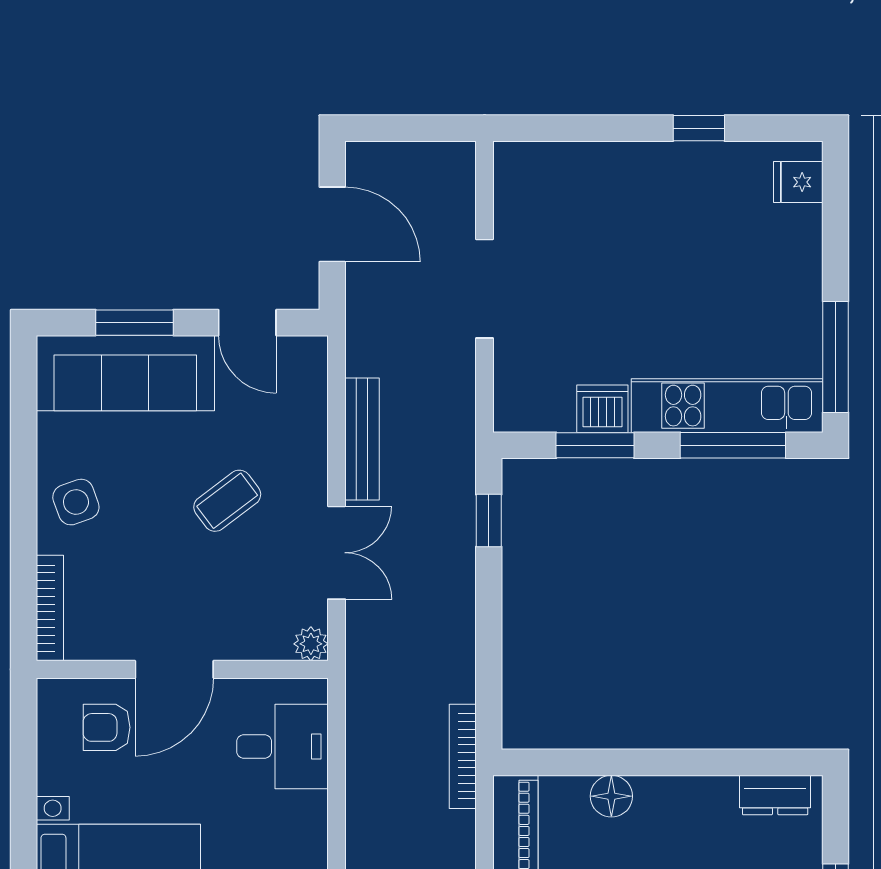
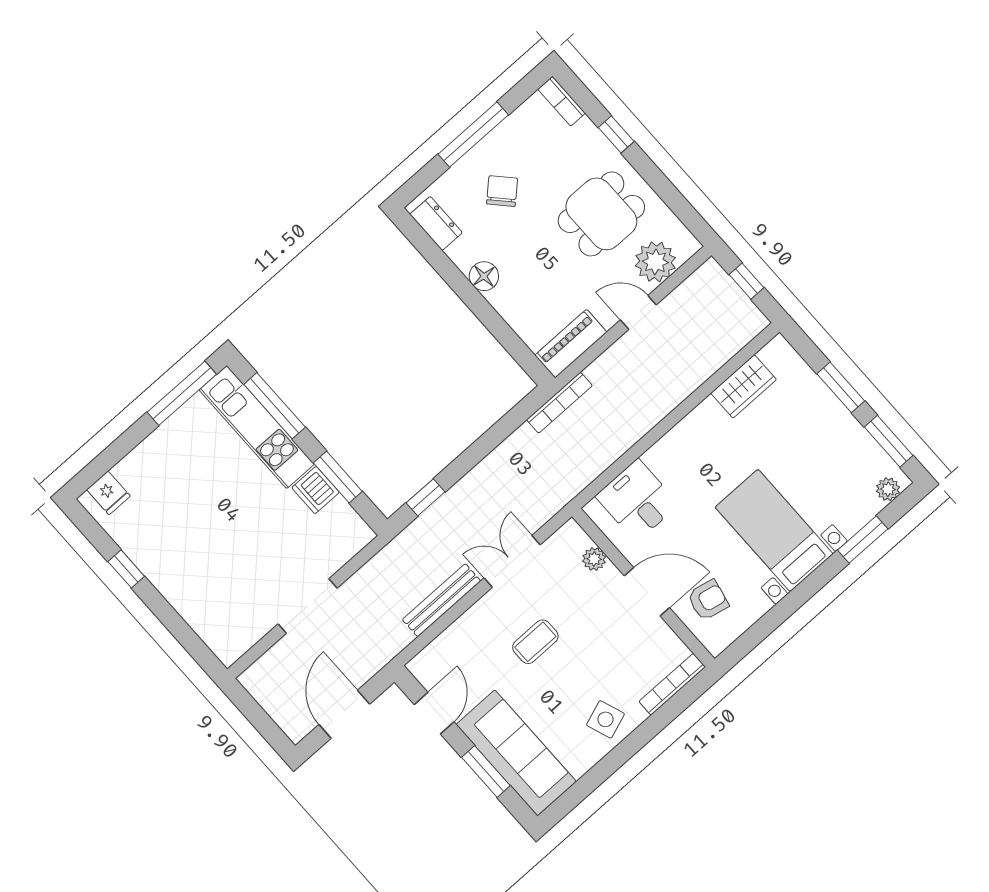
coffee table: (227, 501) -> (535, 642), turned -53
plant: (311, 644) -> (594, 559), moved
armchair: (107, 727) -> (708, 600), turned -78
floor lamp: (611, 796) -> (484, 276), moved

